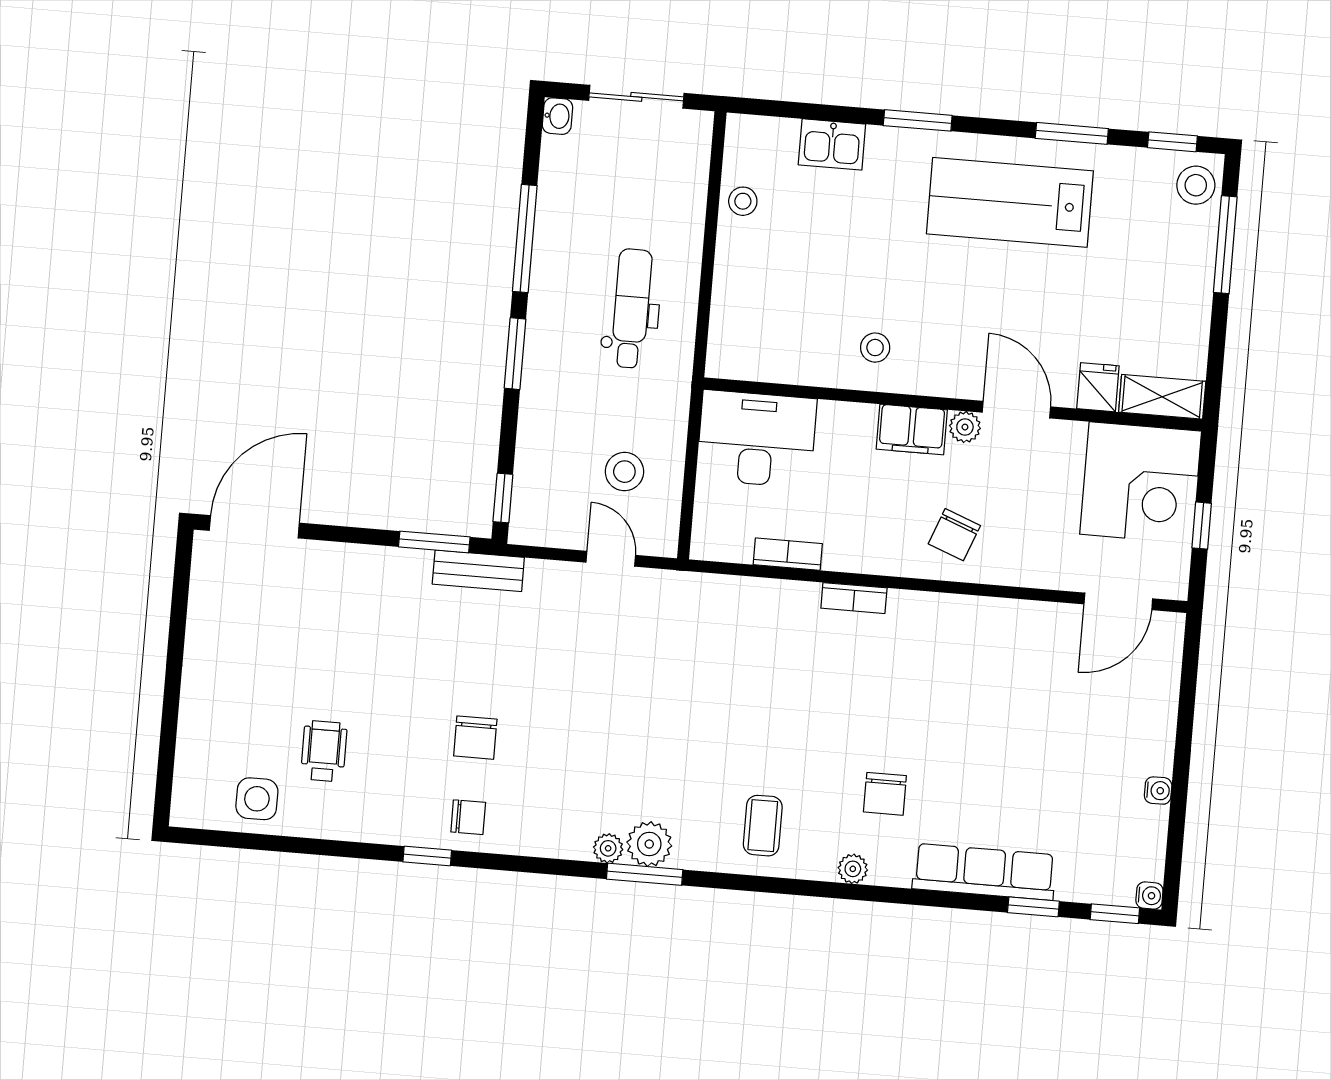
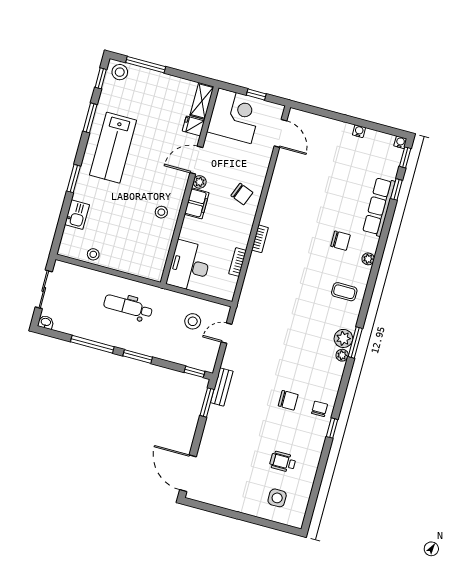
side table: (257, 799) -> (277, 498), moved

